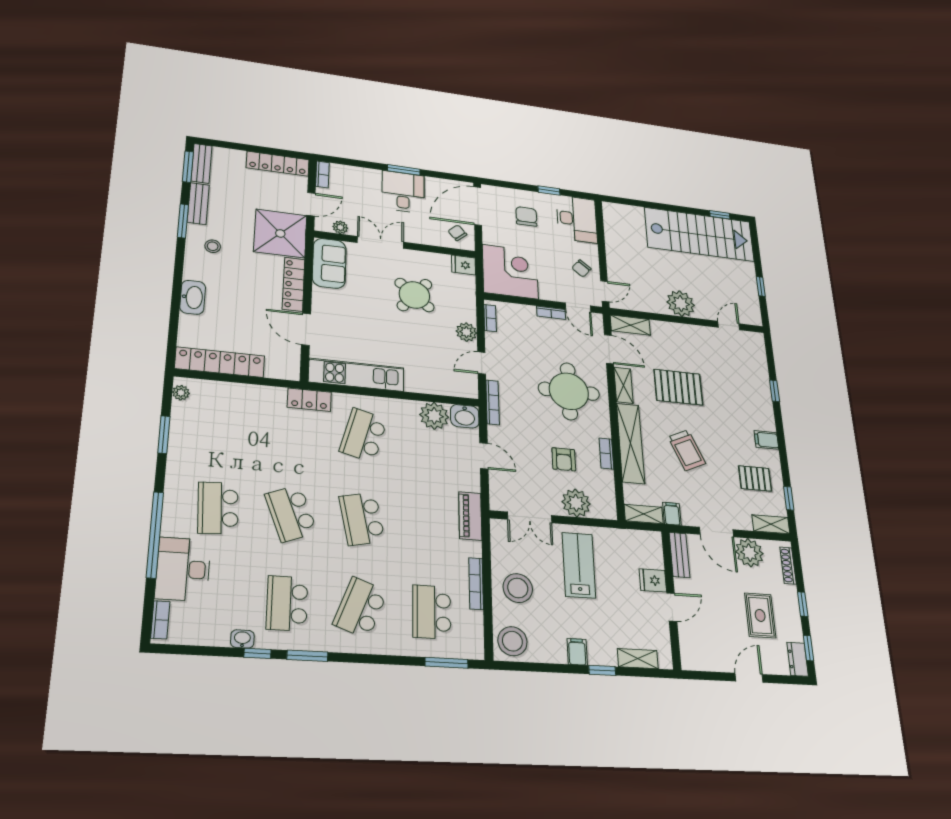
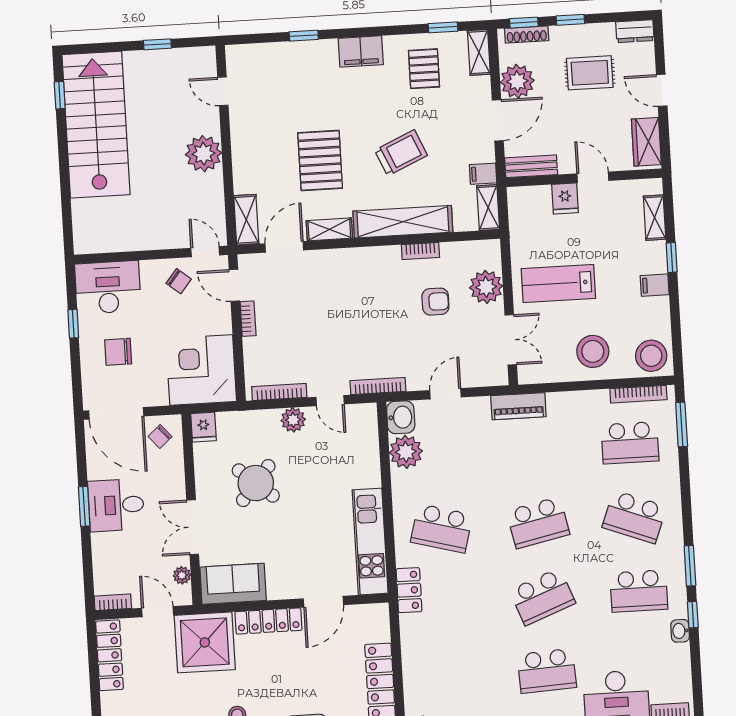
door: (578, 307) -> (234, 285), swing flipped
bookcase: (490, 318) -> (279, 392), width x1.56
round table: (569, 391) -> (349, 296), removed
filing cabinet: (766, 440) -> (361, 51), width x2.00
bookcase: (476, 584) -> (638, 394), moved
window: (808, 648) -> (524, 23), moved
wardrobe: (704, 659) -> (646, 142), added

